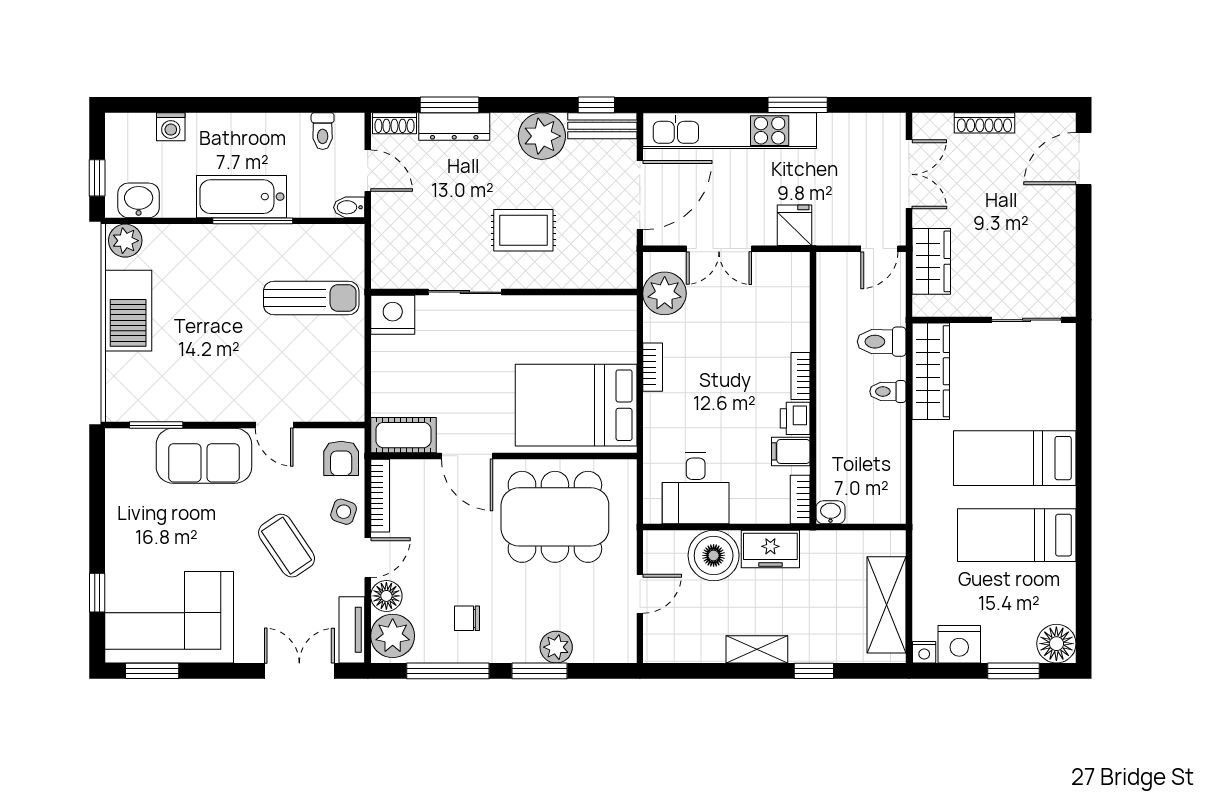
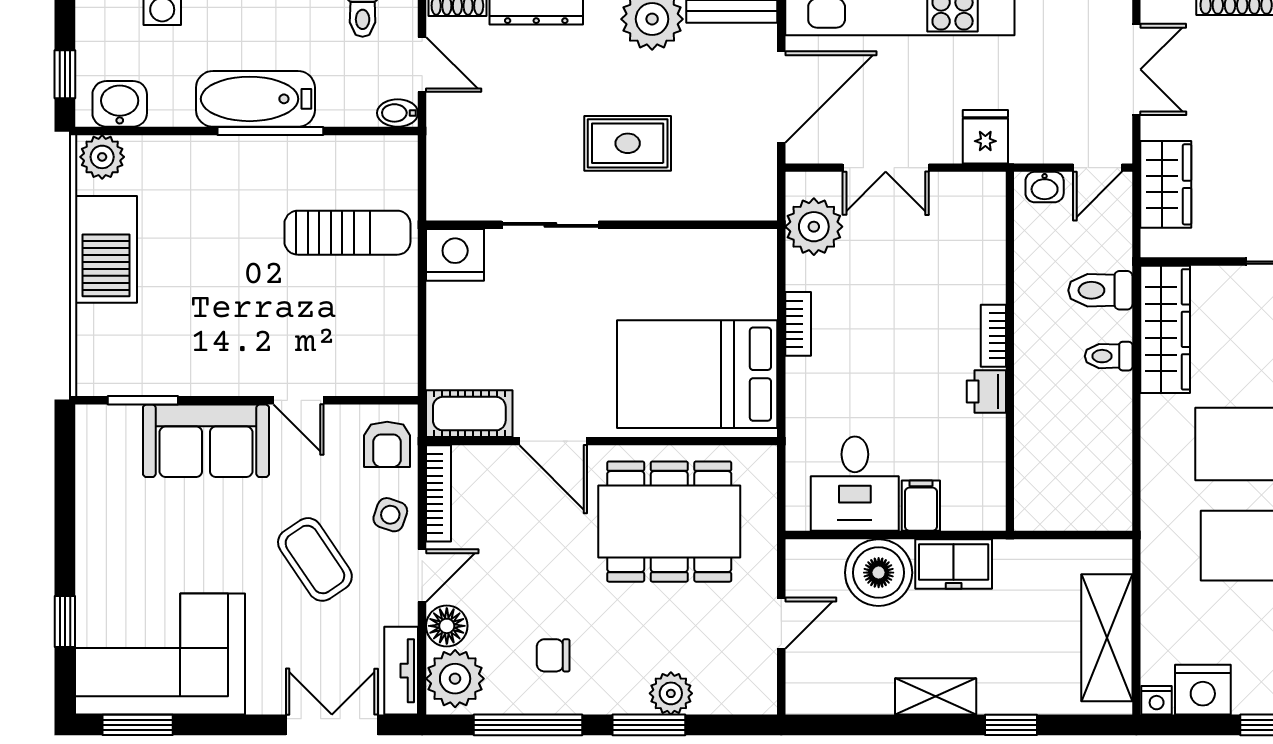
filing cabinet: (791, 451) -> (921, 506), moved, turned 90
bookcase: (800, 500) -> (993, 499), removed
washbasin: (831, 512) -> (1045, 187), moved, turned 180

